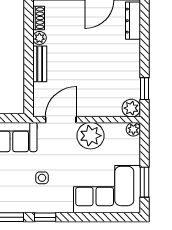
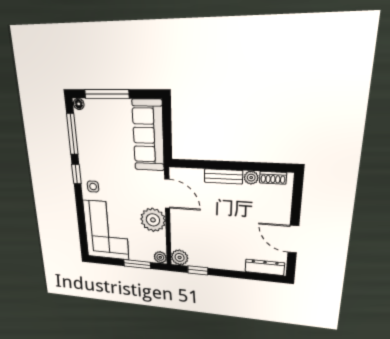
side table: (42, 178) -> (93, 187), moved
window: (144, 182) -> (137, 264), moved

